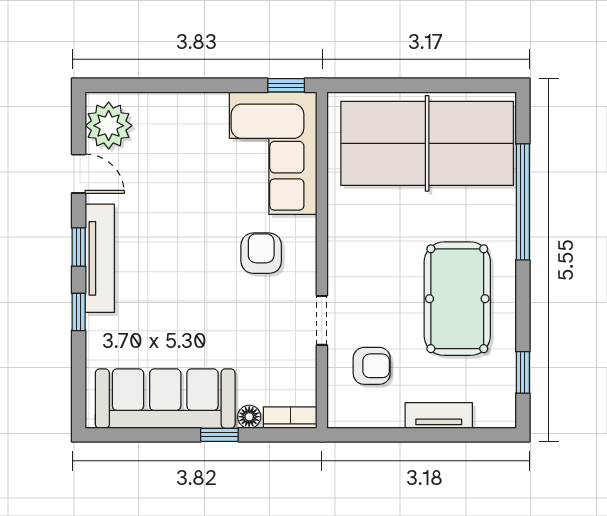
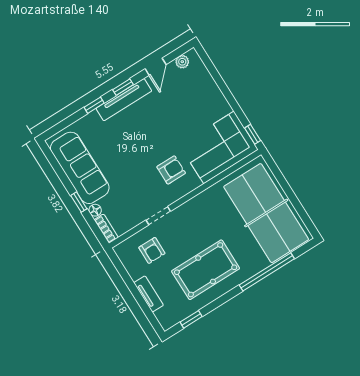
plant: (109, 126) -> (182, 62), width x0.53, depth x0.53

